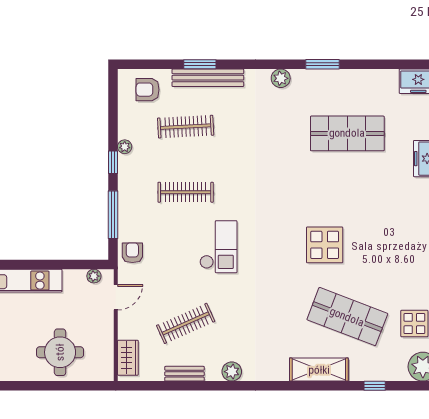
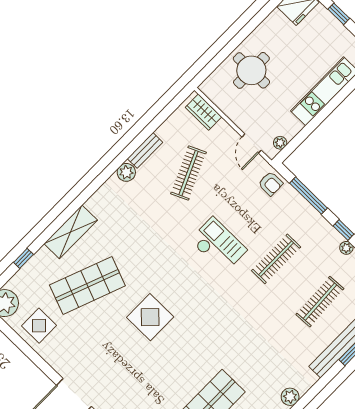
checkout: (218, 247) -> (218, 245), turned 180
bench: (185, 374) -> (145, 150), moved

